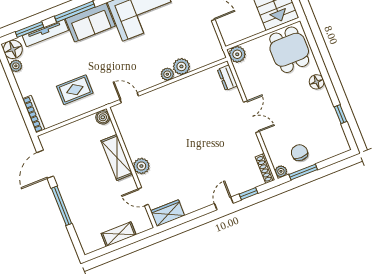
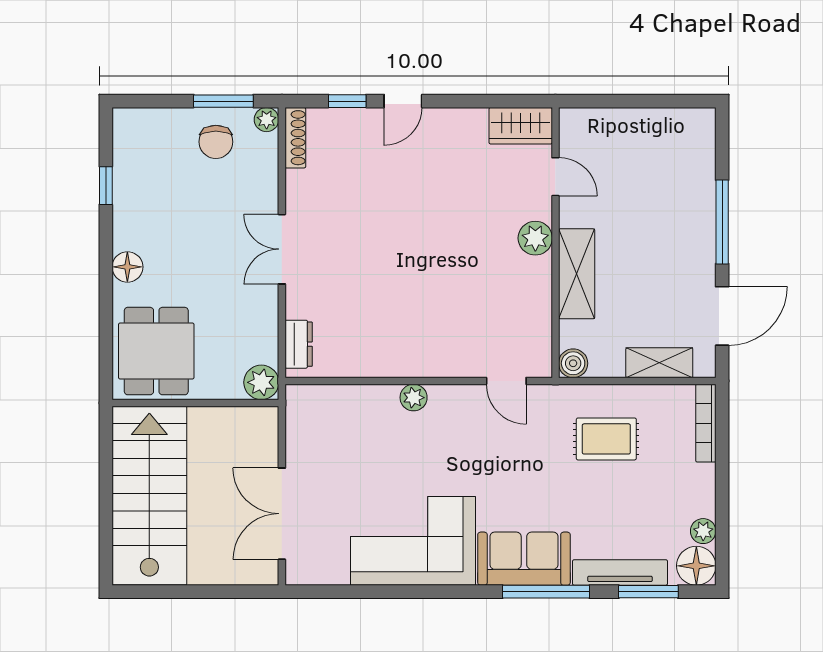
plant: (181, 66) -> (380, 402), removed
shelving: (119, 234) -> (659, 363), moved

